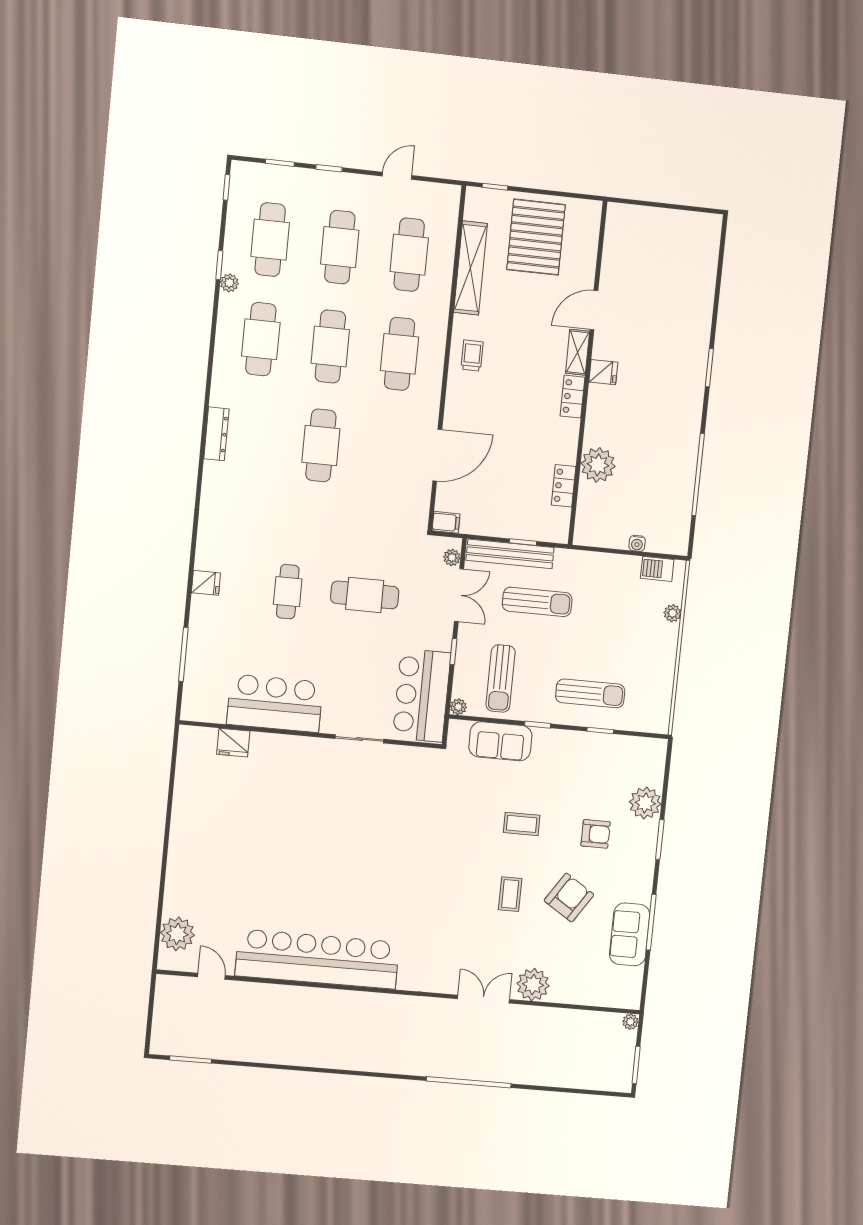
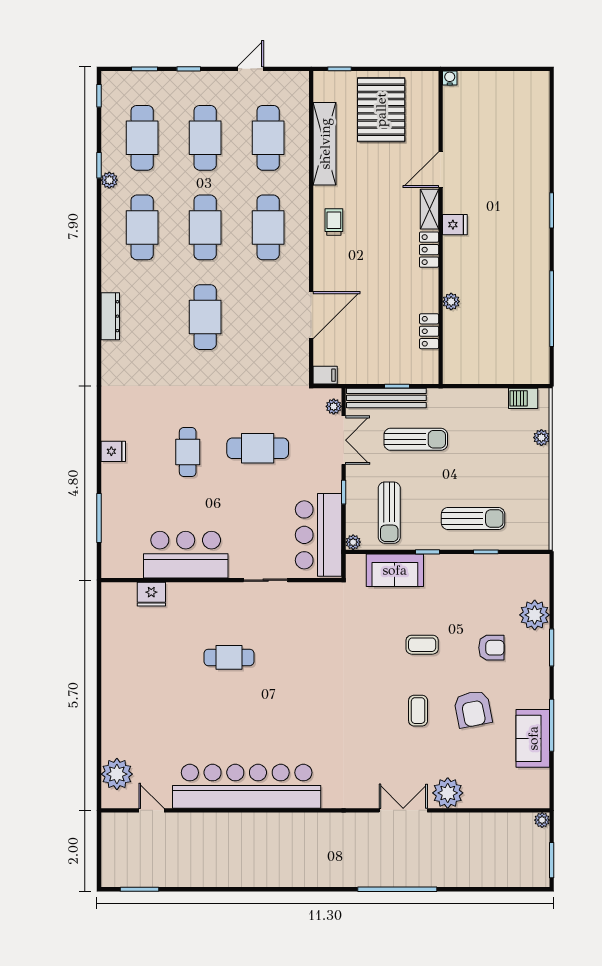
plant: (598, 465) -> (451, 302), width x0.53, depth x0.53
water cooler: (637, 543) -> (450, 78), moved, turned 180
cafe table: (312, 819) -> (229, 657), added
armchair: (569, 898) -> (473, 709), turned 136

